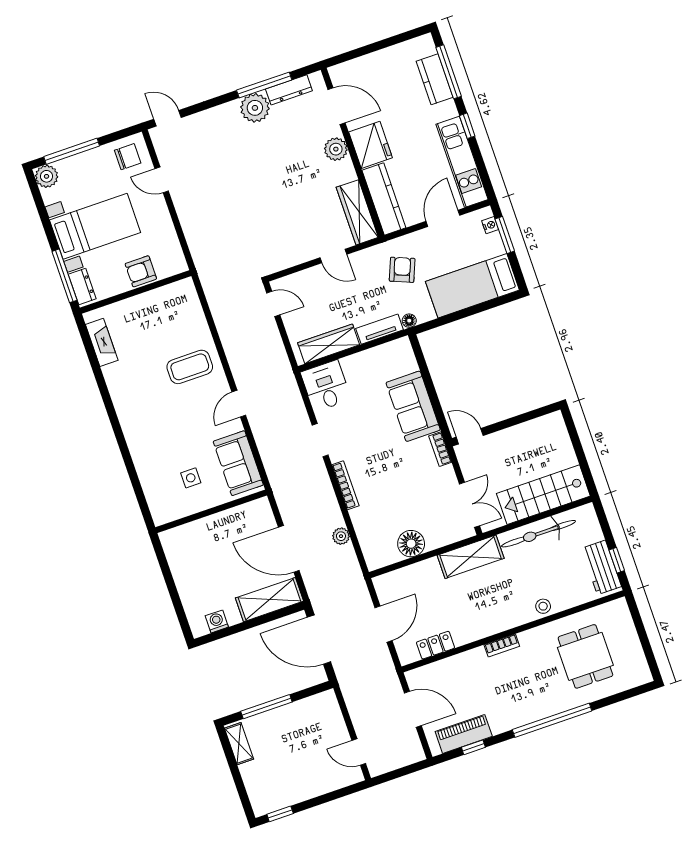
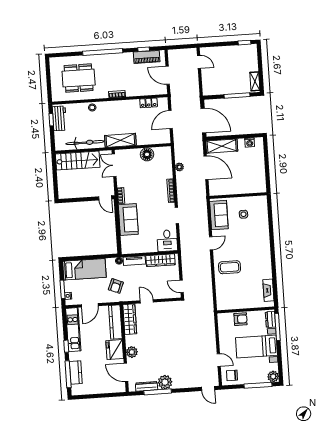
dining table: (585, 656) -> (79, 78), width x1.38

